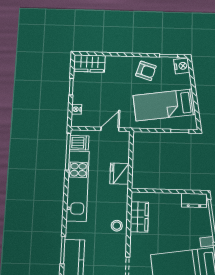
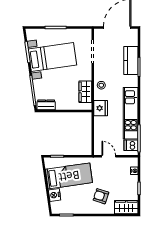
nightstand: (182, 66) -> (55, 195), moved
armchair: (146, 71) -> (101, 196), moved
door: (110, 129) -> (109, 156), swing flipped
fridge: (119, 174) -> (101, 108), moved

